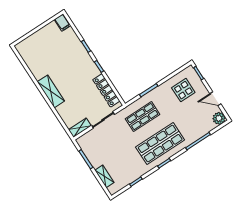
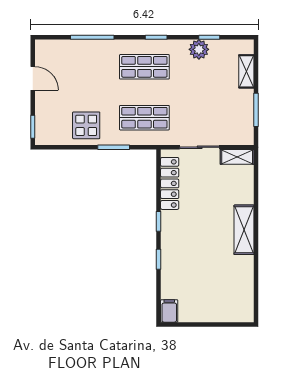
display table: (183, 90) -> (86, 125), moved
plant: (219, 118) -> (199, 49), moved
shop shelf: (160, 144) -> (144, 67), width x0.70, depth x0.74

